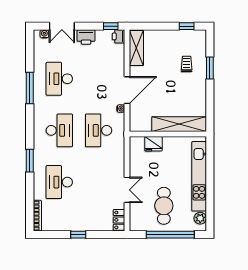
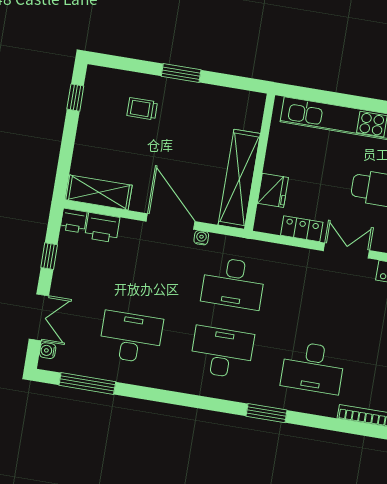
window: (111, 26) -> (49, 256), moved
printer: (86, 37) -> (102, 228), moved, turned 90
window: (210, 68) -> (181, 73), moved
desk: (59, 79) -> (131, 337), turned 180
window: (30, 88) -> (87, 383), moved
shelving: (179, 124) -> (239, 179), moved
locker: (135, 163) -> (302, 229), added

